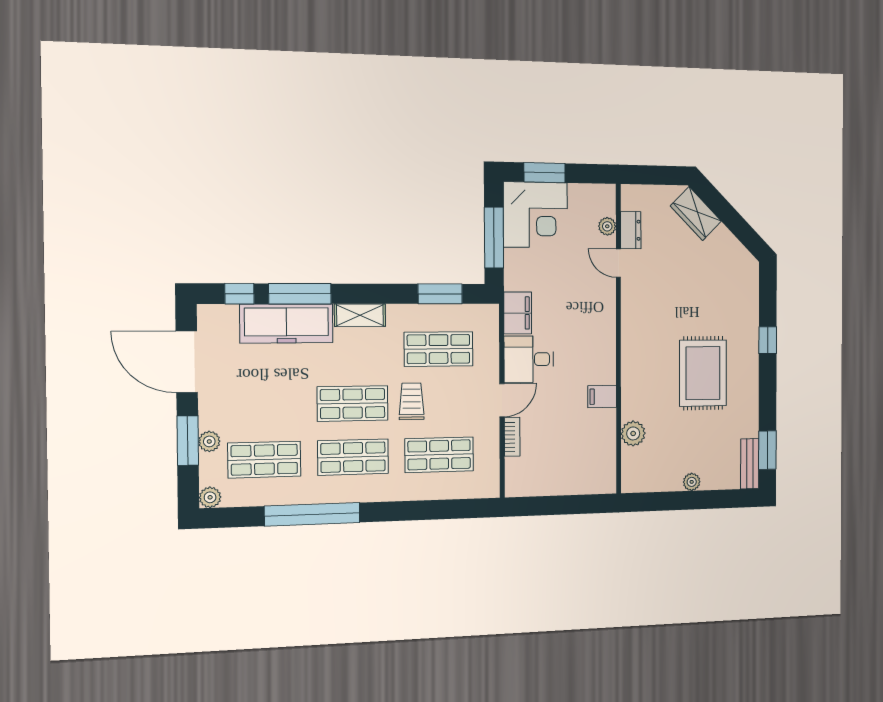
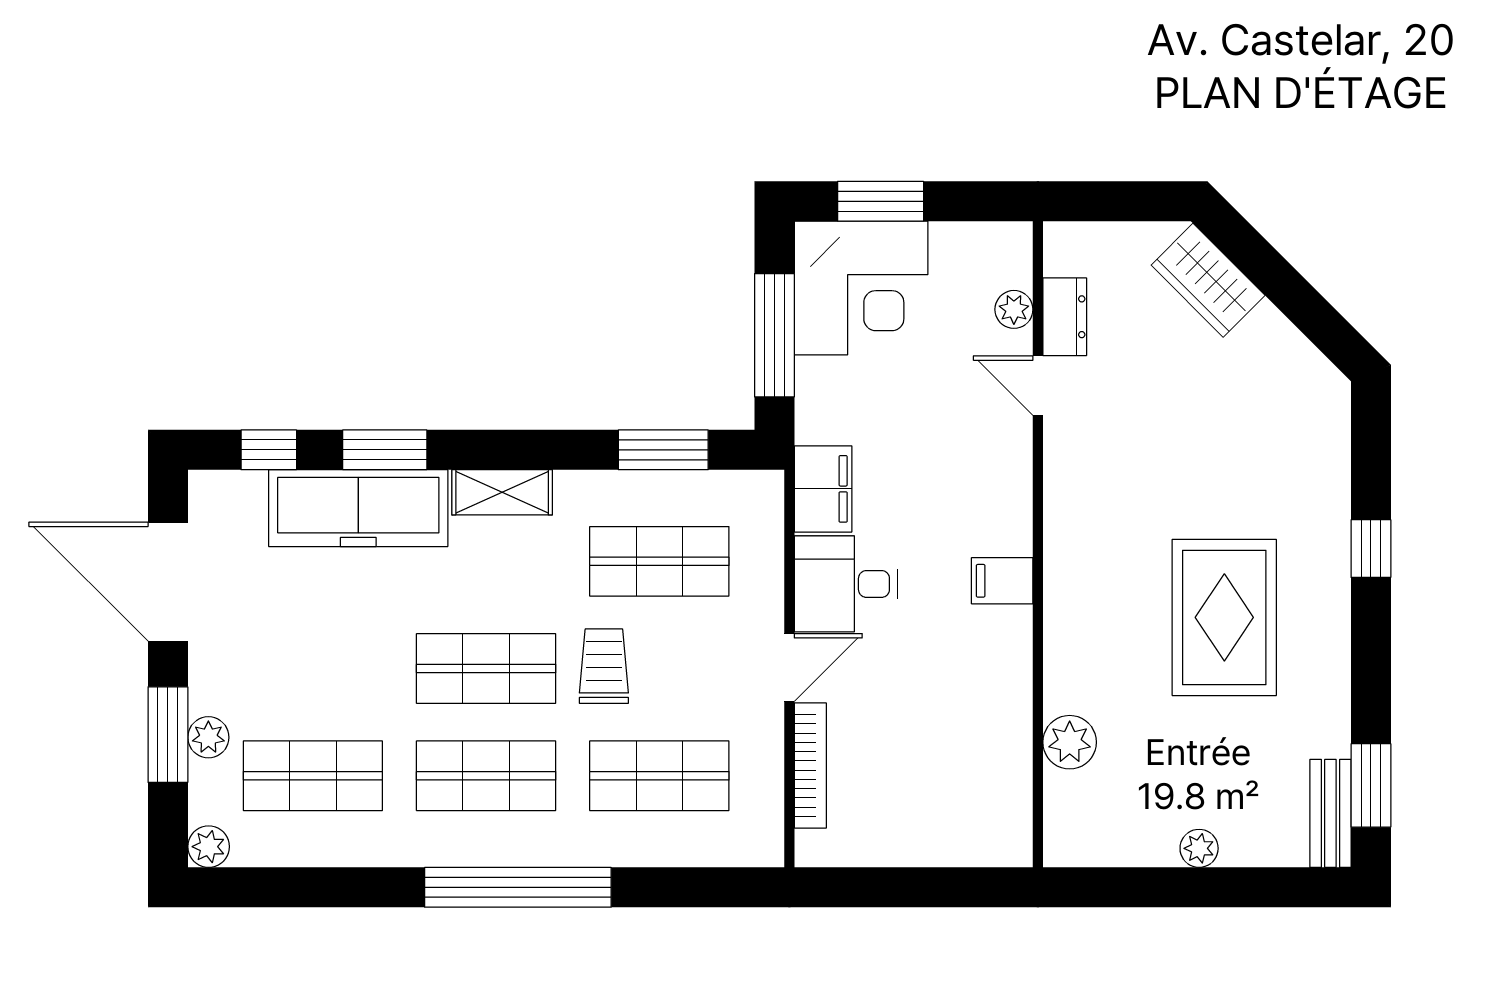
window: (300, 294) -> (385, 450), width x0.69
filing cabinet: (602, 397) -> (1002, 581), moved
bookcase: (512, 437) -> (810, 765), width x1.56
window: (312, 514) -> (518, 887), moved

